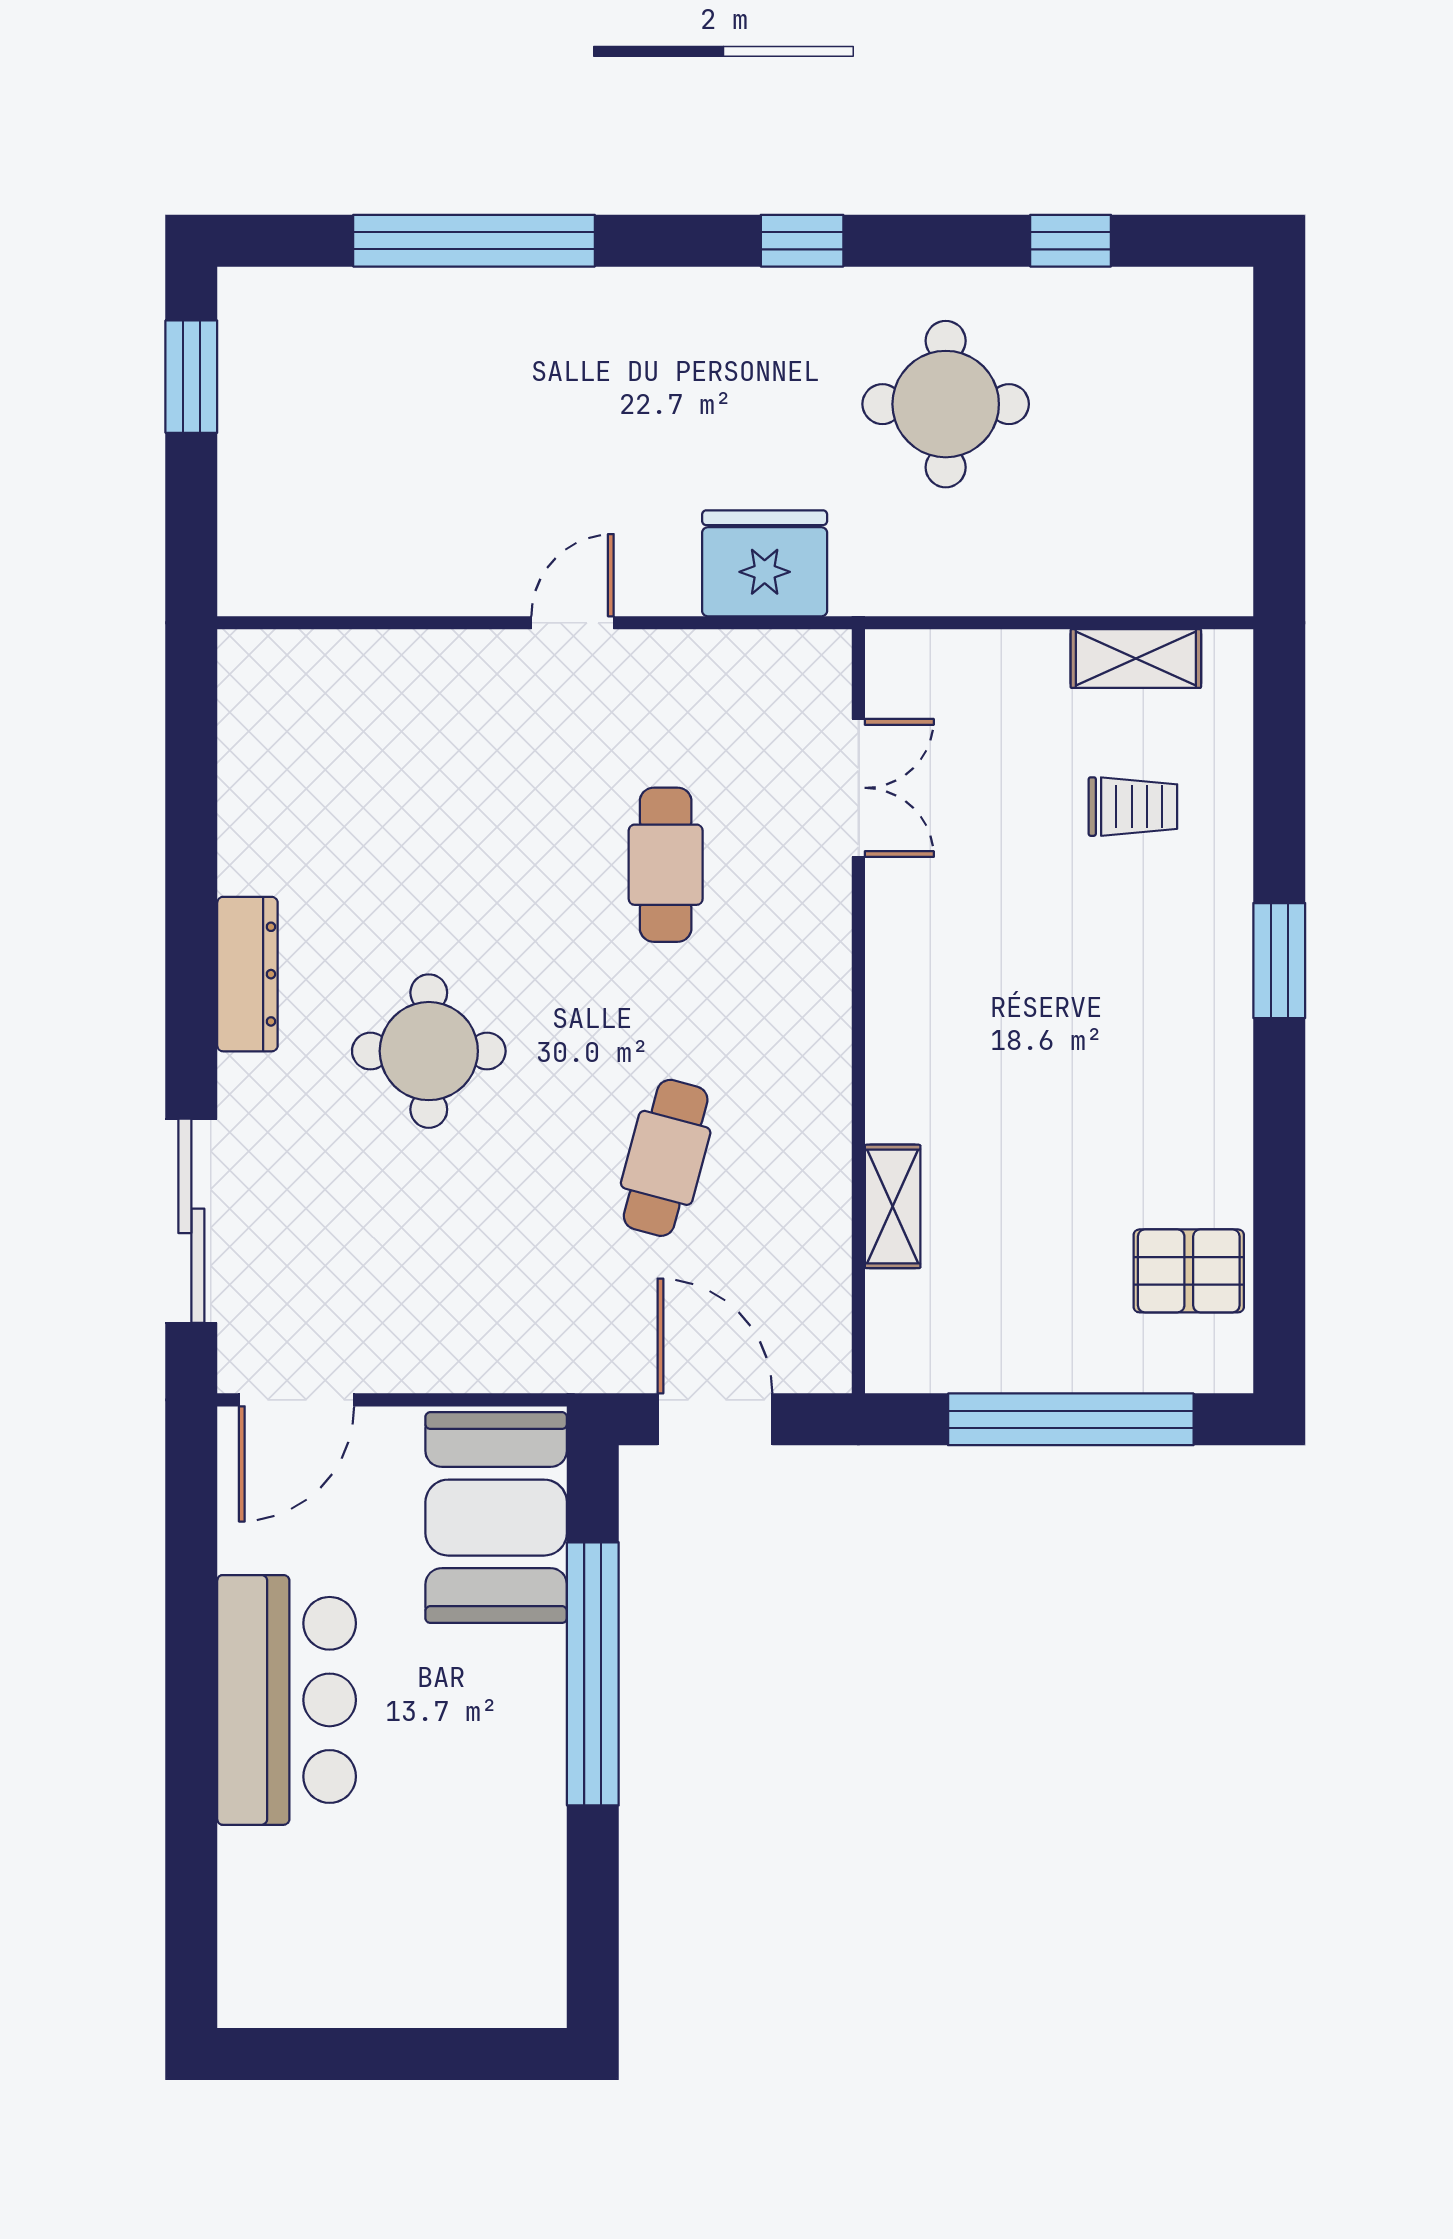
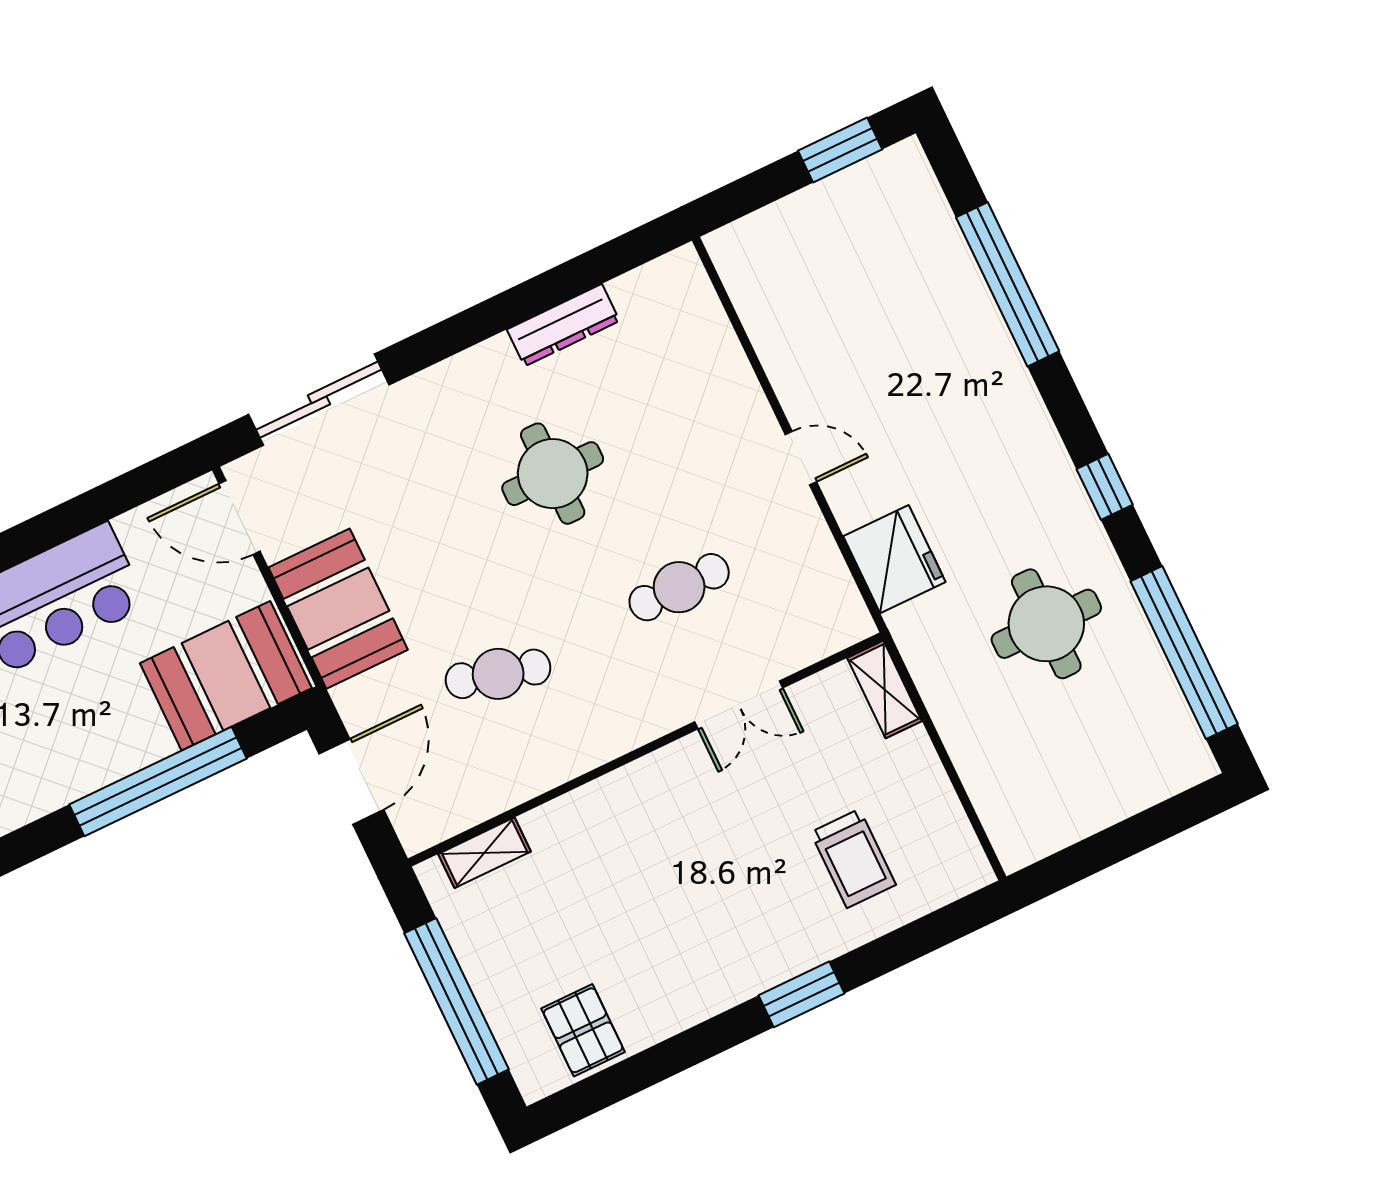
window: (1071, 241) -> (1184, 653), width x3.17
shelving: (1136, 659) -> (885, 689), moved
double door: (858, 788) -> (739, 705), moved
trolley: (1133, 807) -> (853, 858), width x1.36, depth x1.39
dresser: (247, 974) -> (563, 325), moved
round table: (429, 1051) -> (553, 474), moved
shelving: (893, 1206) -> (485, 853), moved
booth: (479, 1327) -> (338, 609), added

